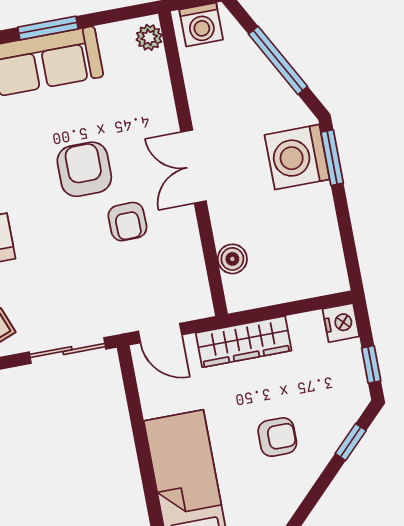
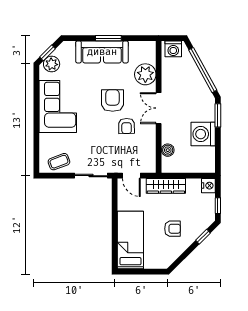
plant: (149, 37) -> (145, 74), moved, width x1.88, depth x1.88
window: (278, 60) -> (203, 70), width x1.46
washing machine: (297, 157) -> (203, 134), moved

